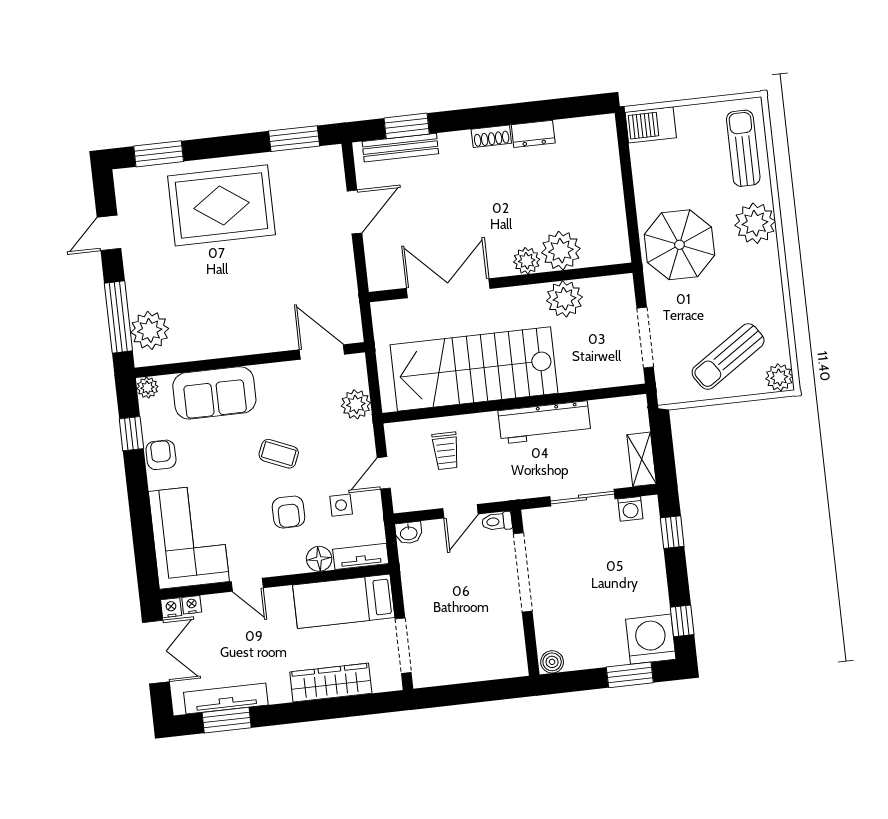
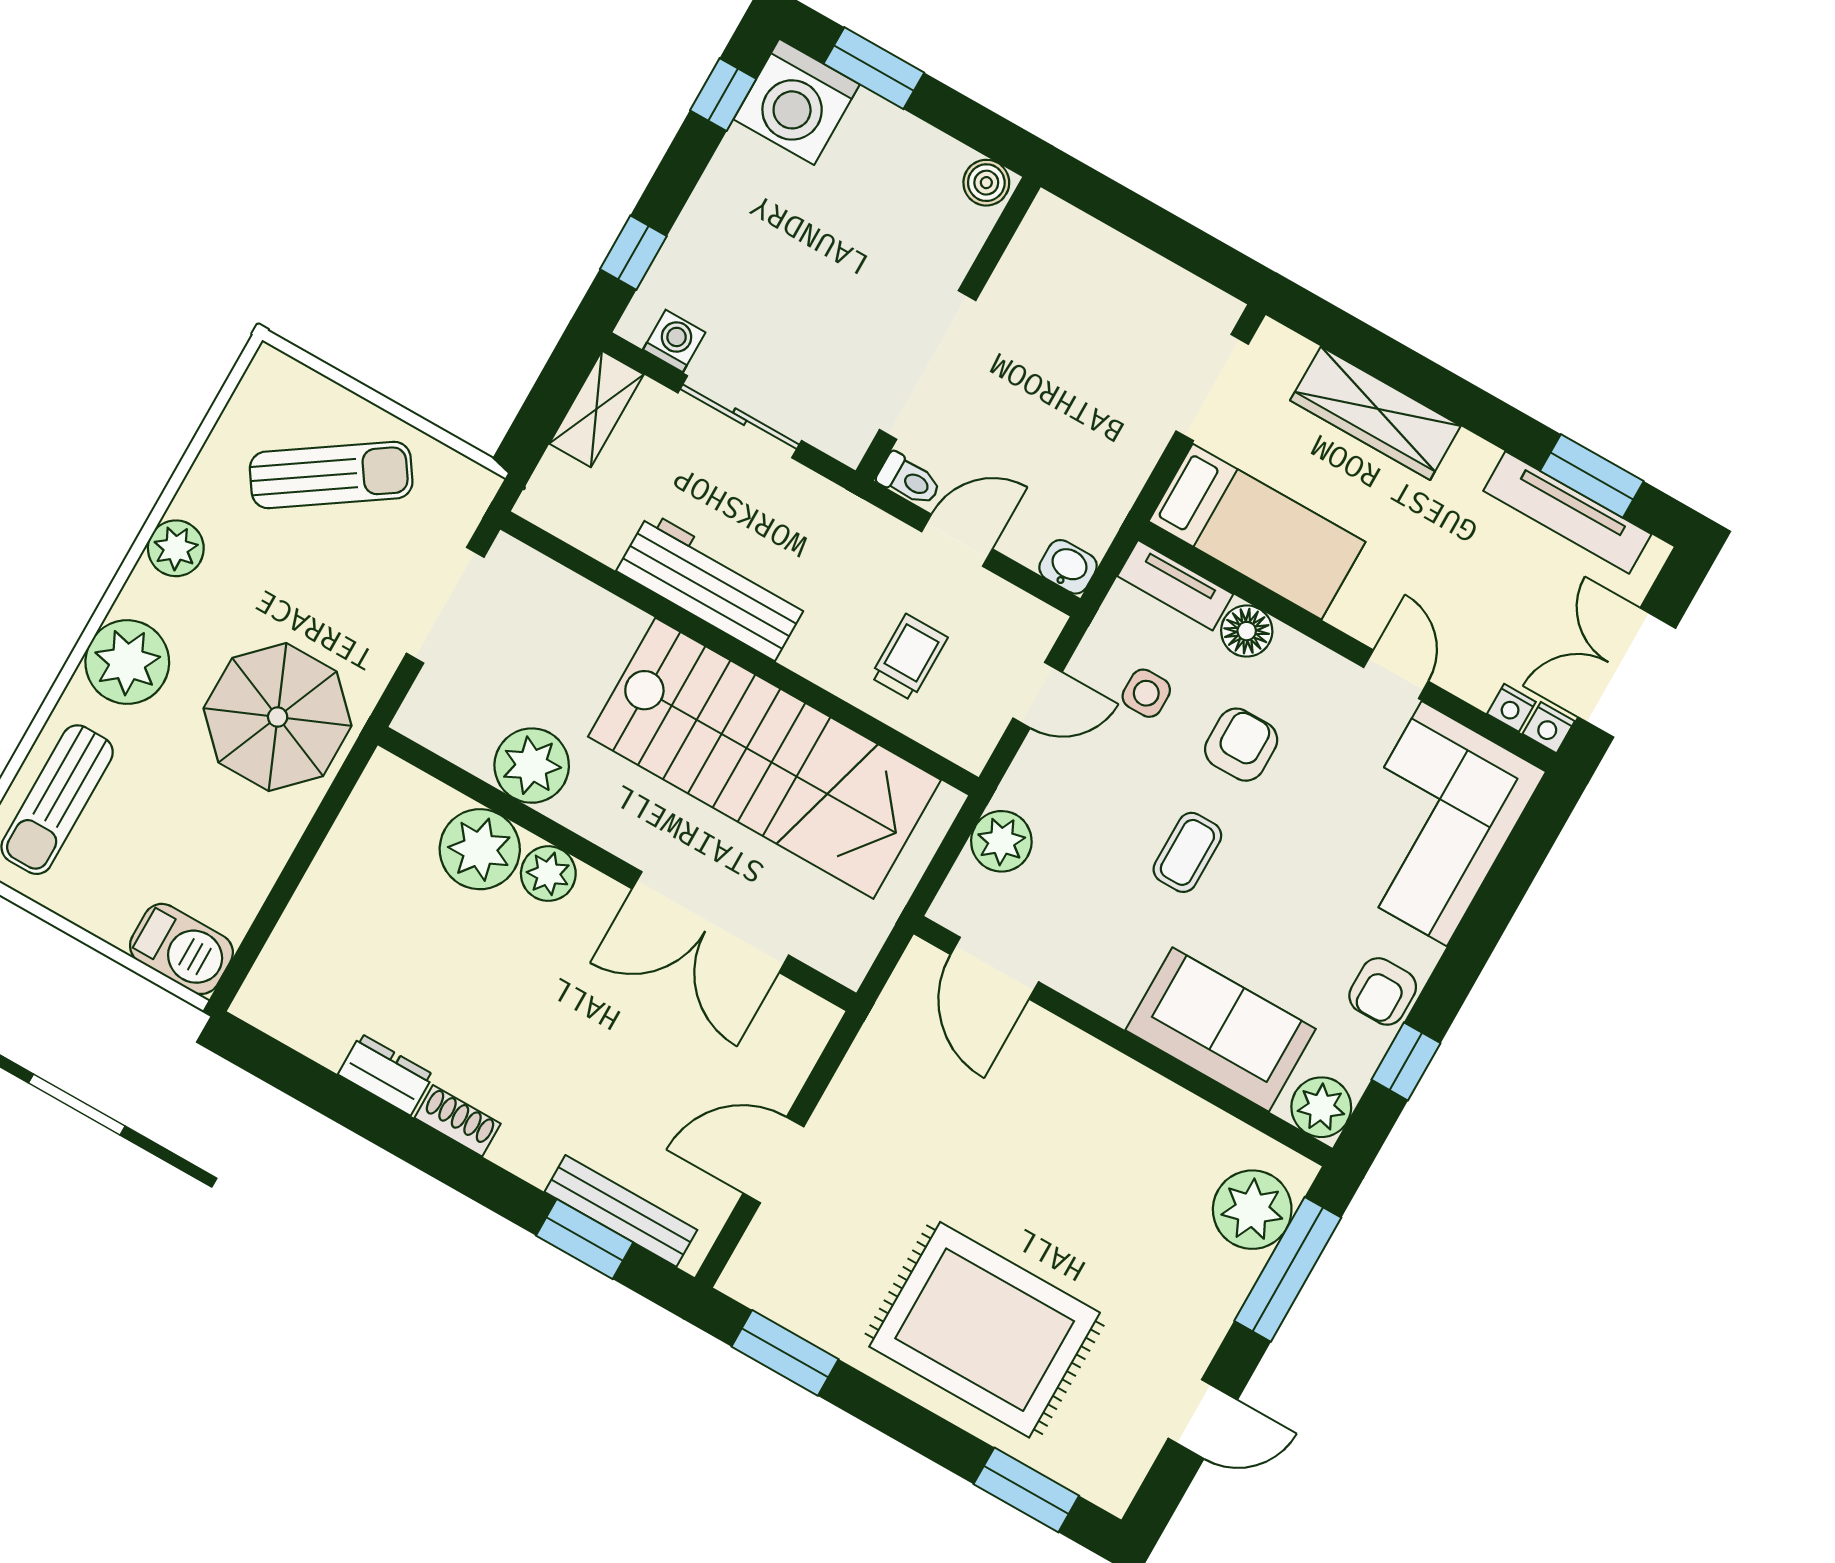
plant: (779, 377) -> (176, 548), moved
plant: (147, 388) -> (1321, 1107), width x1.38, depth x1.38
coffee table: (279, 454) -> (1187, 852), turned 67

